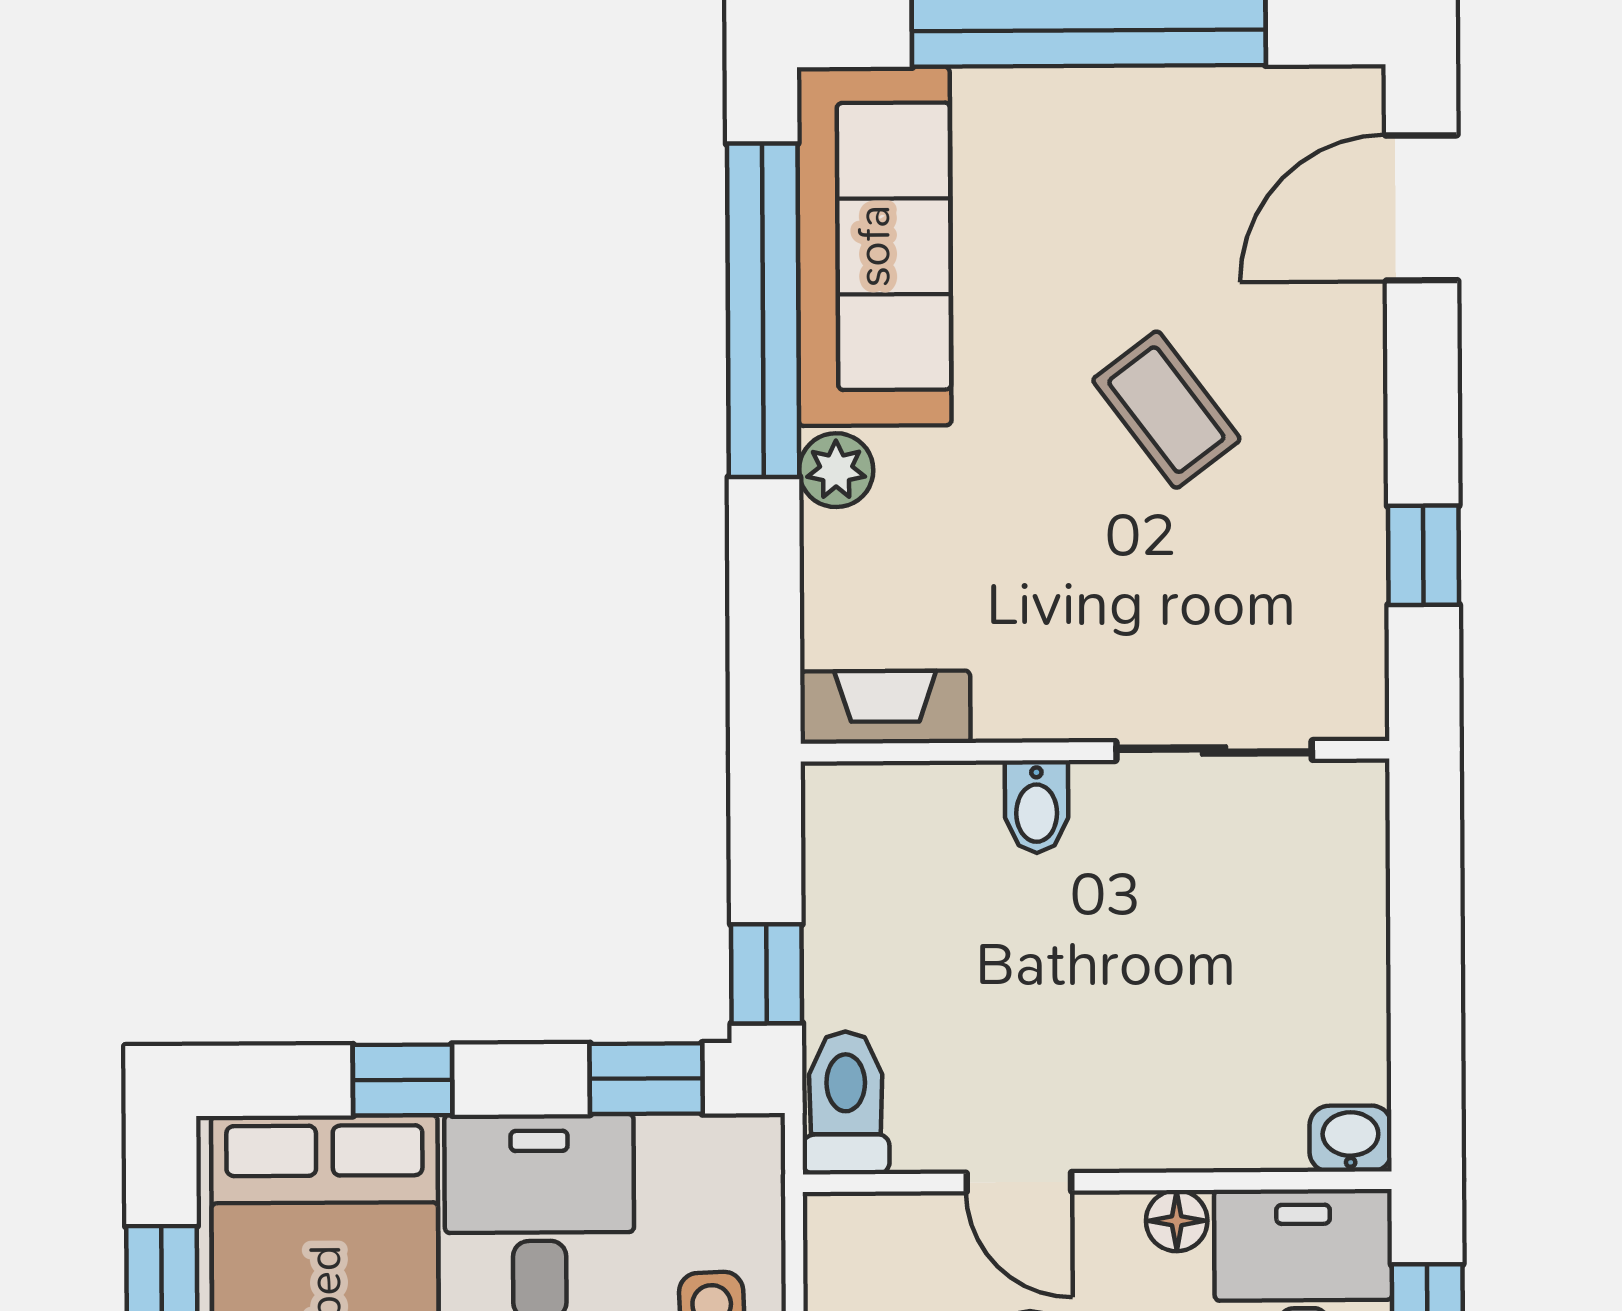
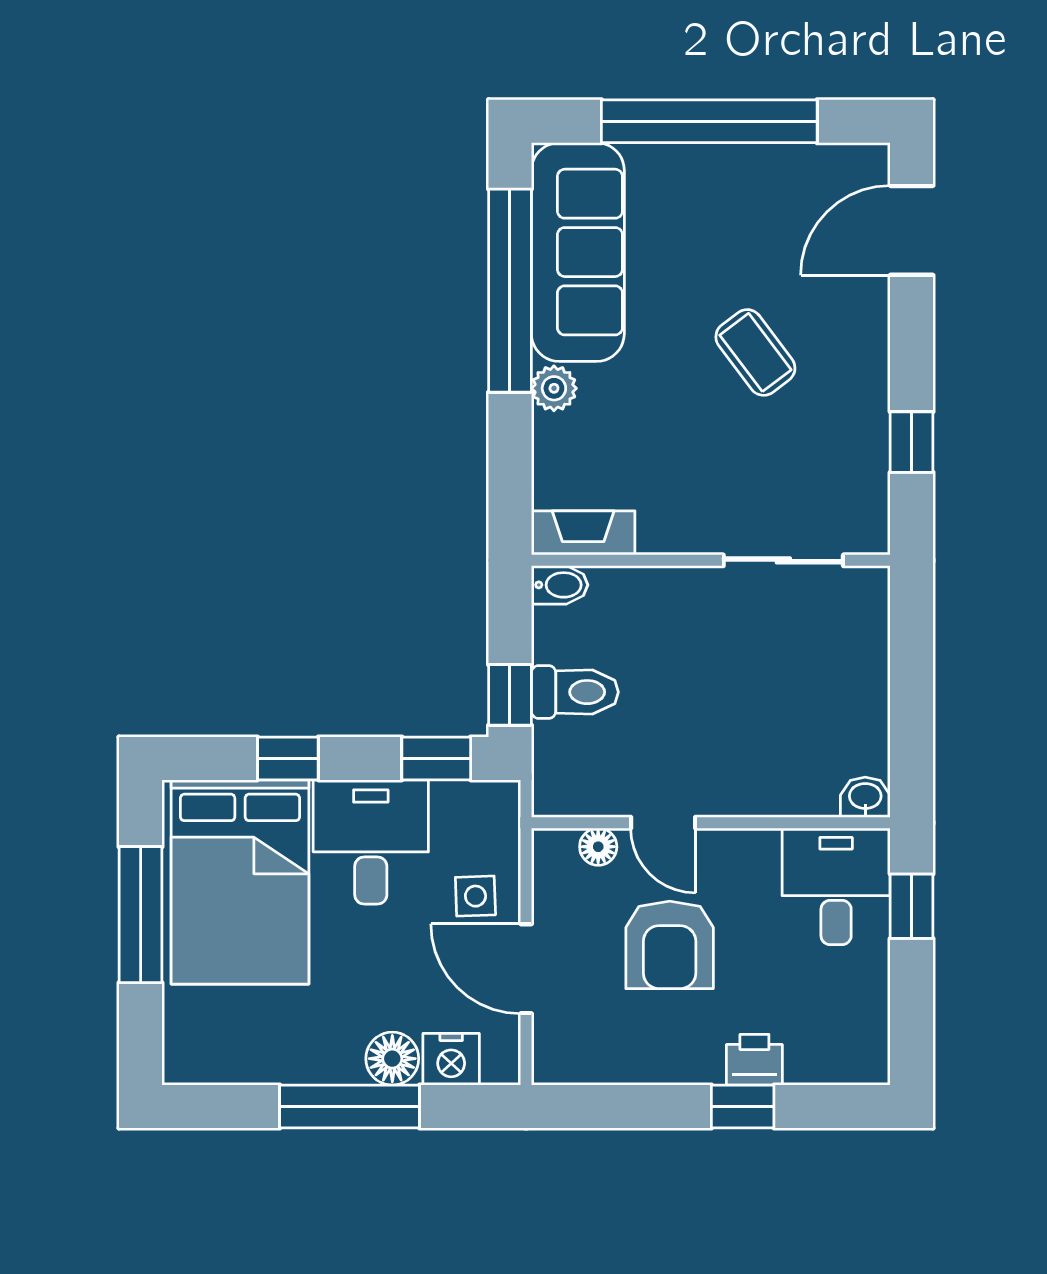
bidet: (1037, 807) -> (560, 585), moved, turned -90
toilet: (846, 1103) -> (575, 692), moved, turned 90
floor lamp: (1177, 1221) -> (598, 847), moved

